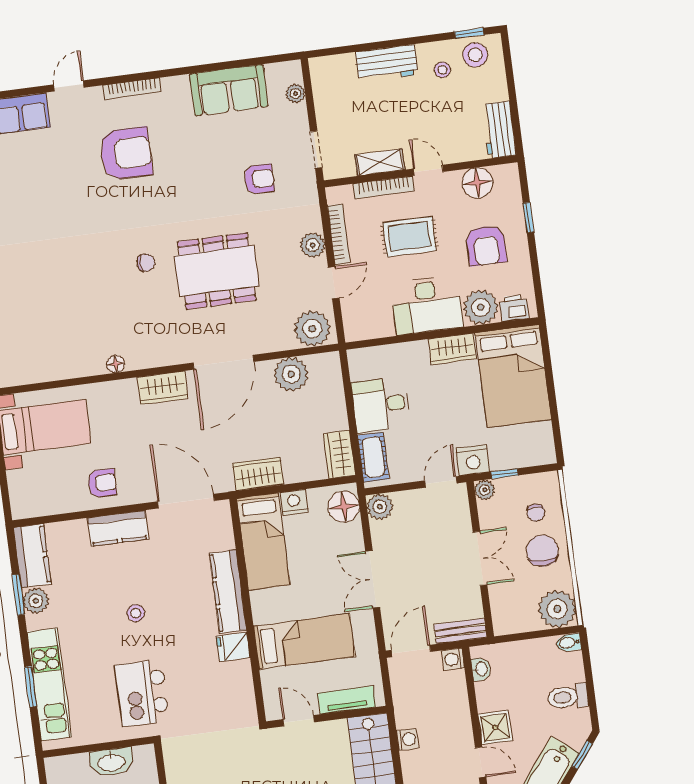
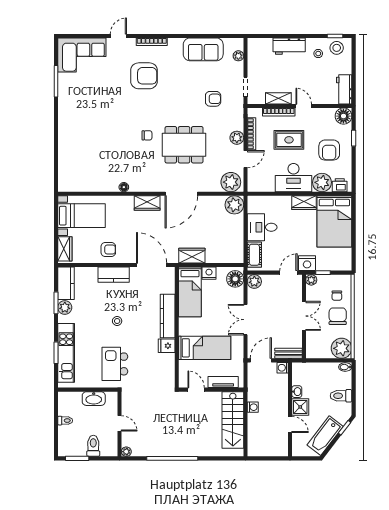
floor lamp: (477, 183) -> (343, 116), moved
plant: (291, 374) -> (234, 205), moved
wardrobe: (339, 454) -> (65, 249), moved, turned 180
washbasin: (481, 669) -> (297, 392), moved

